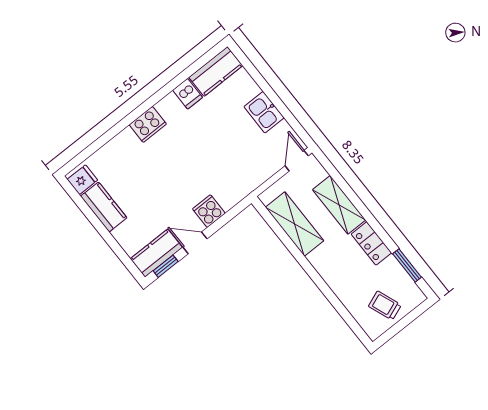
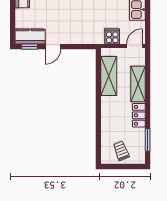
cooker: (209, 211) -> (112, 36), moved
door: (195, 243) -> (53, 47), swing flipped

